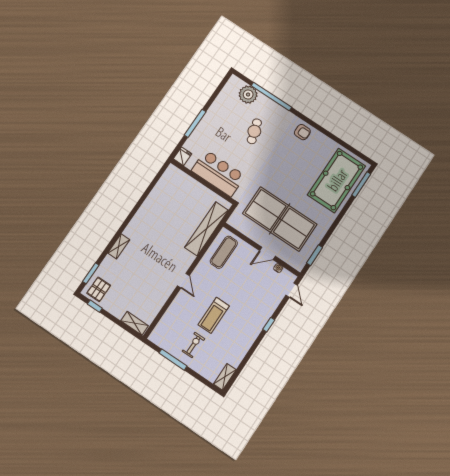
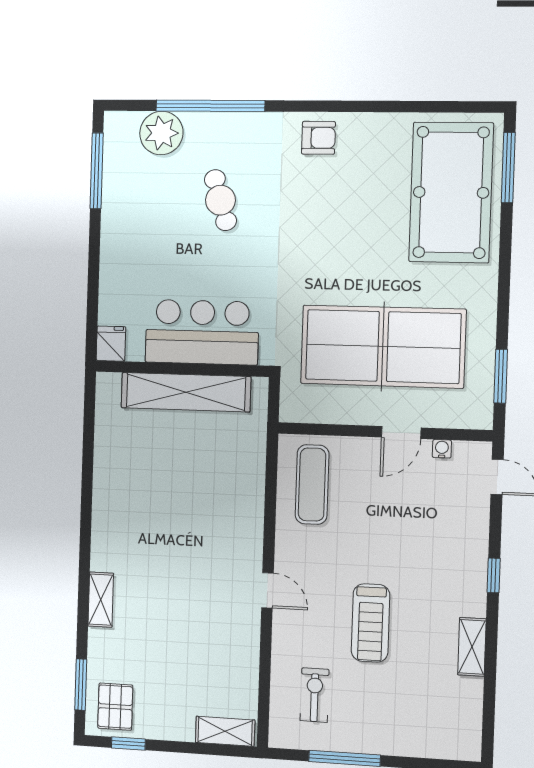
window: (195, 123) -> (97, 171), moved
shelving: (206, 229) -> (186, 392), moved, turned 90
exercise bike: (193, 345) -> (315, 695), moved
shelving: (225, 377) -> (472, 647), moved

